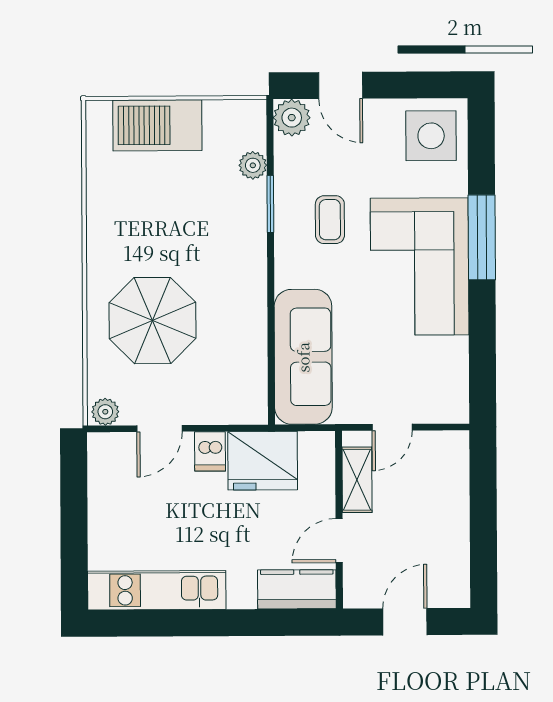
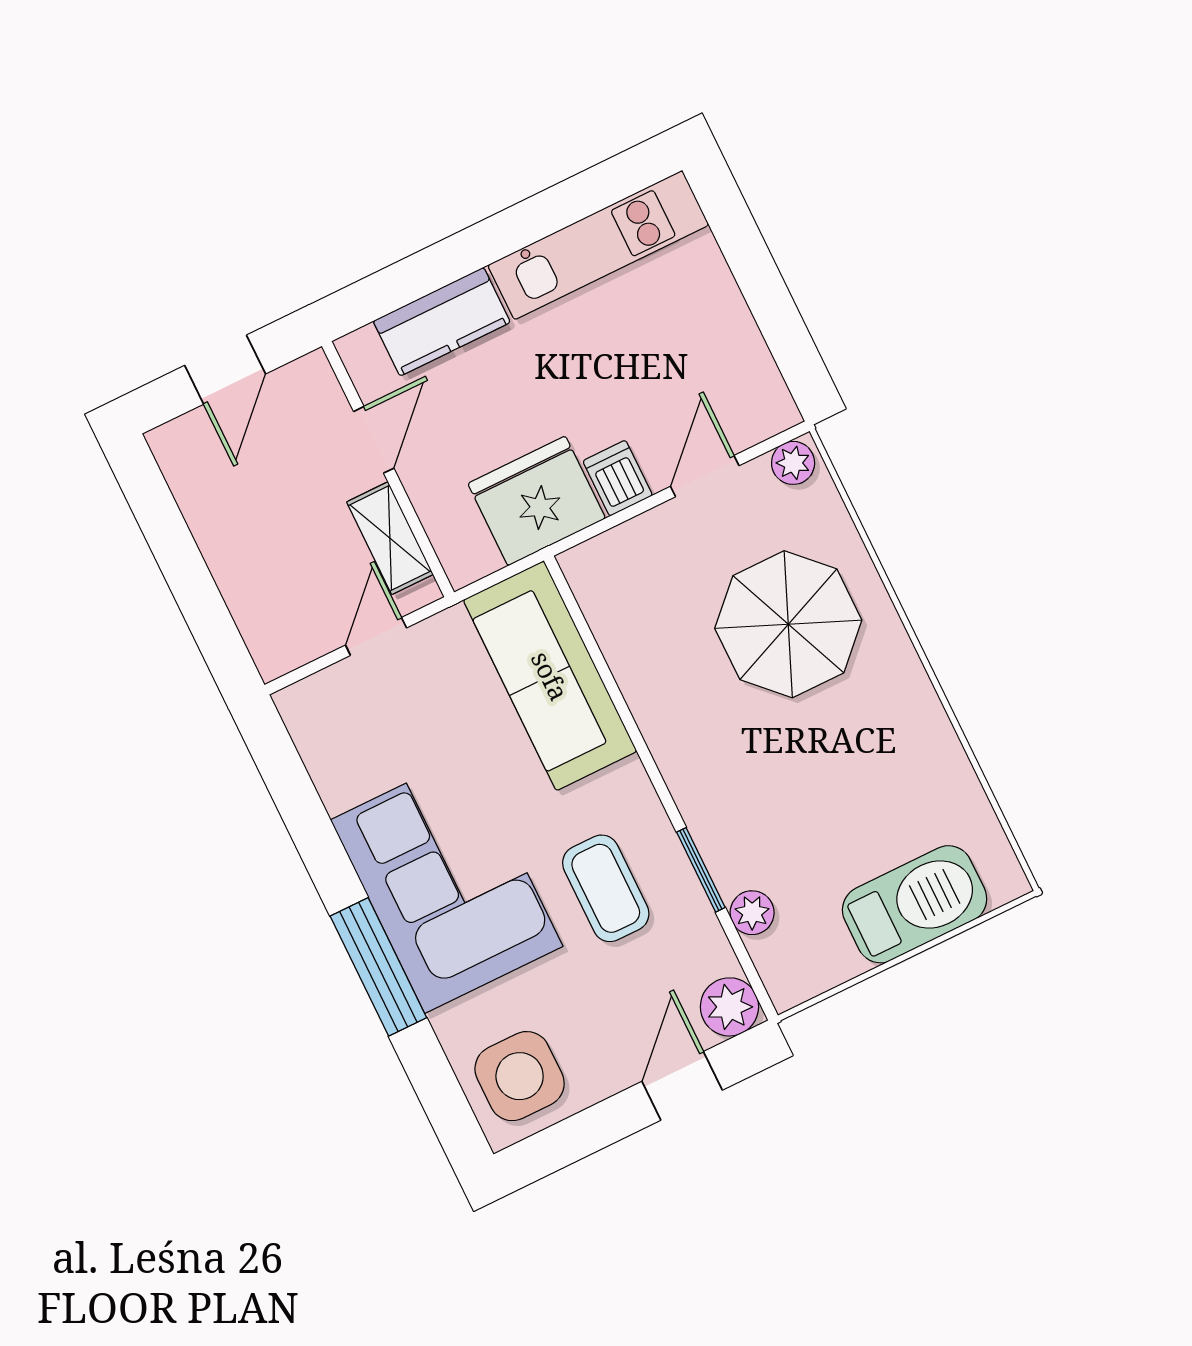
door: (341, 85) -> (682, 1086), hinge flipped
coffee table: (330, 220) -> (606, 888), width x1.36, depth x1.30
kitchen counter: (297, 589) -> (442, 322), moved

